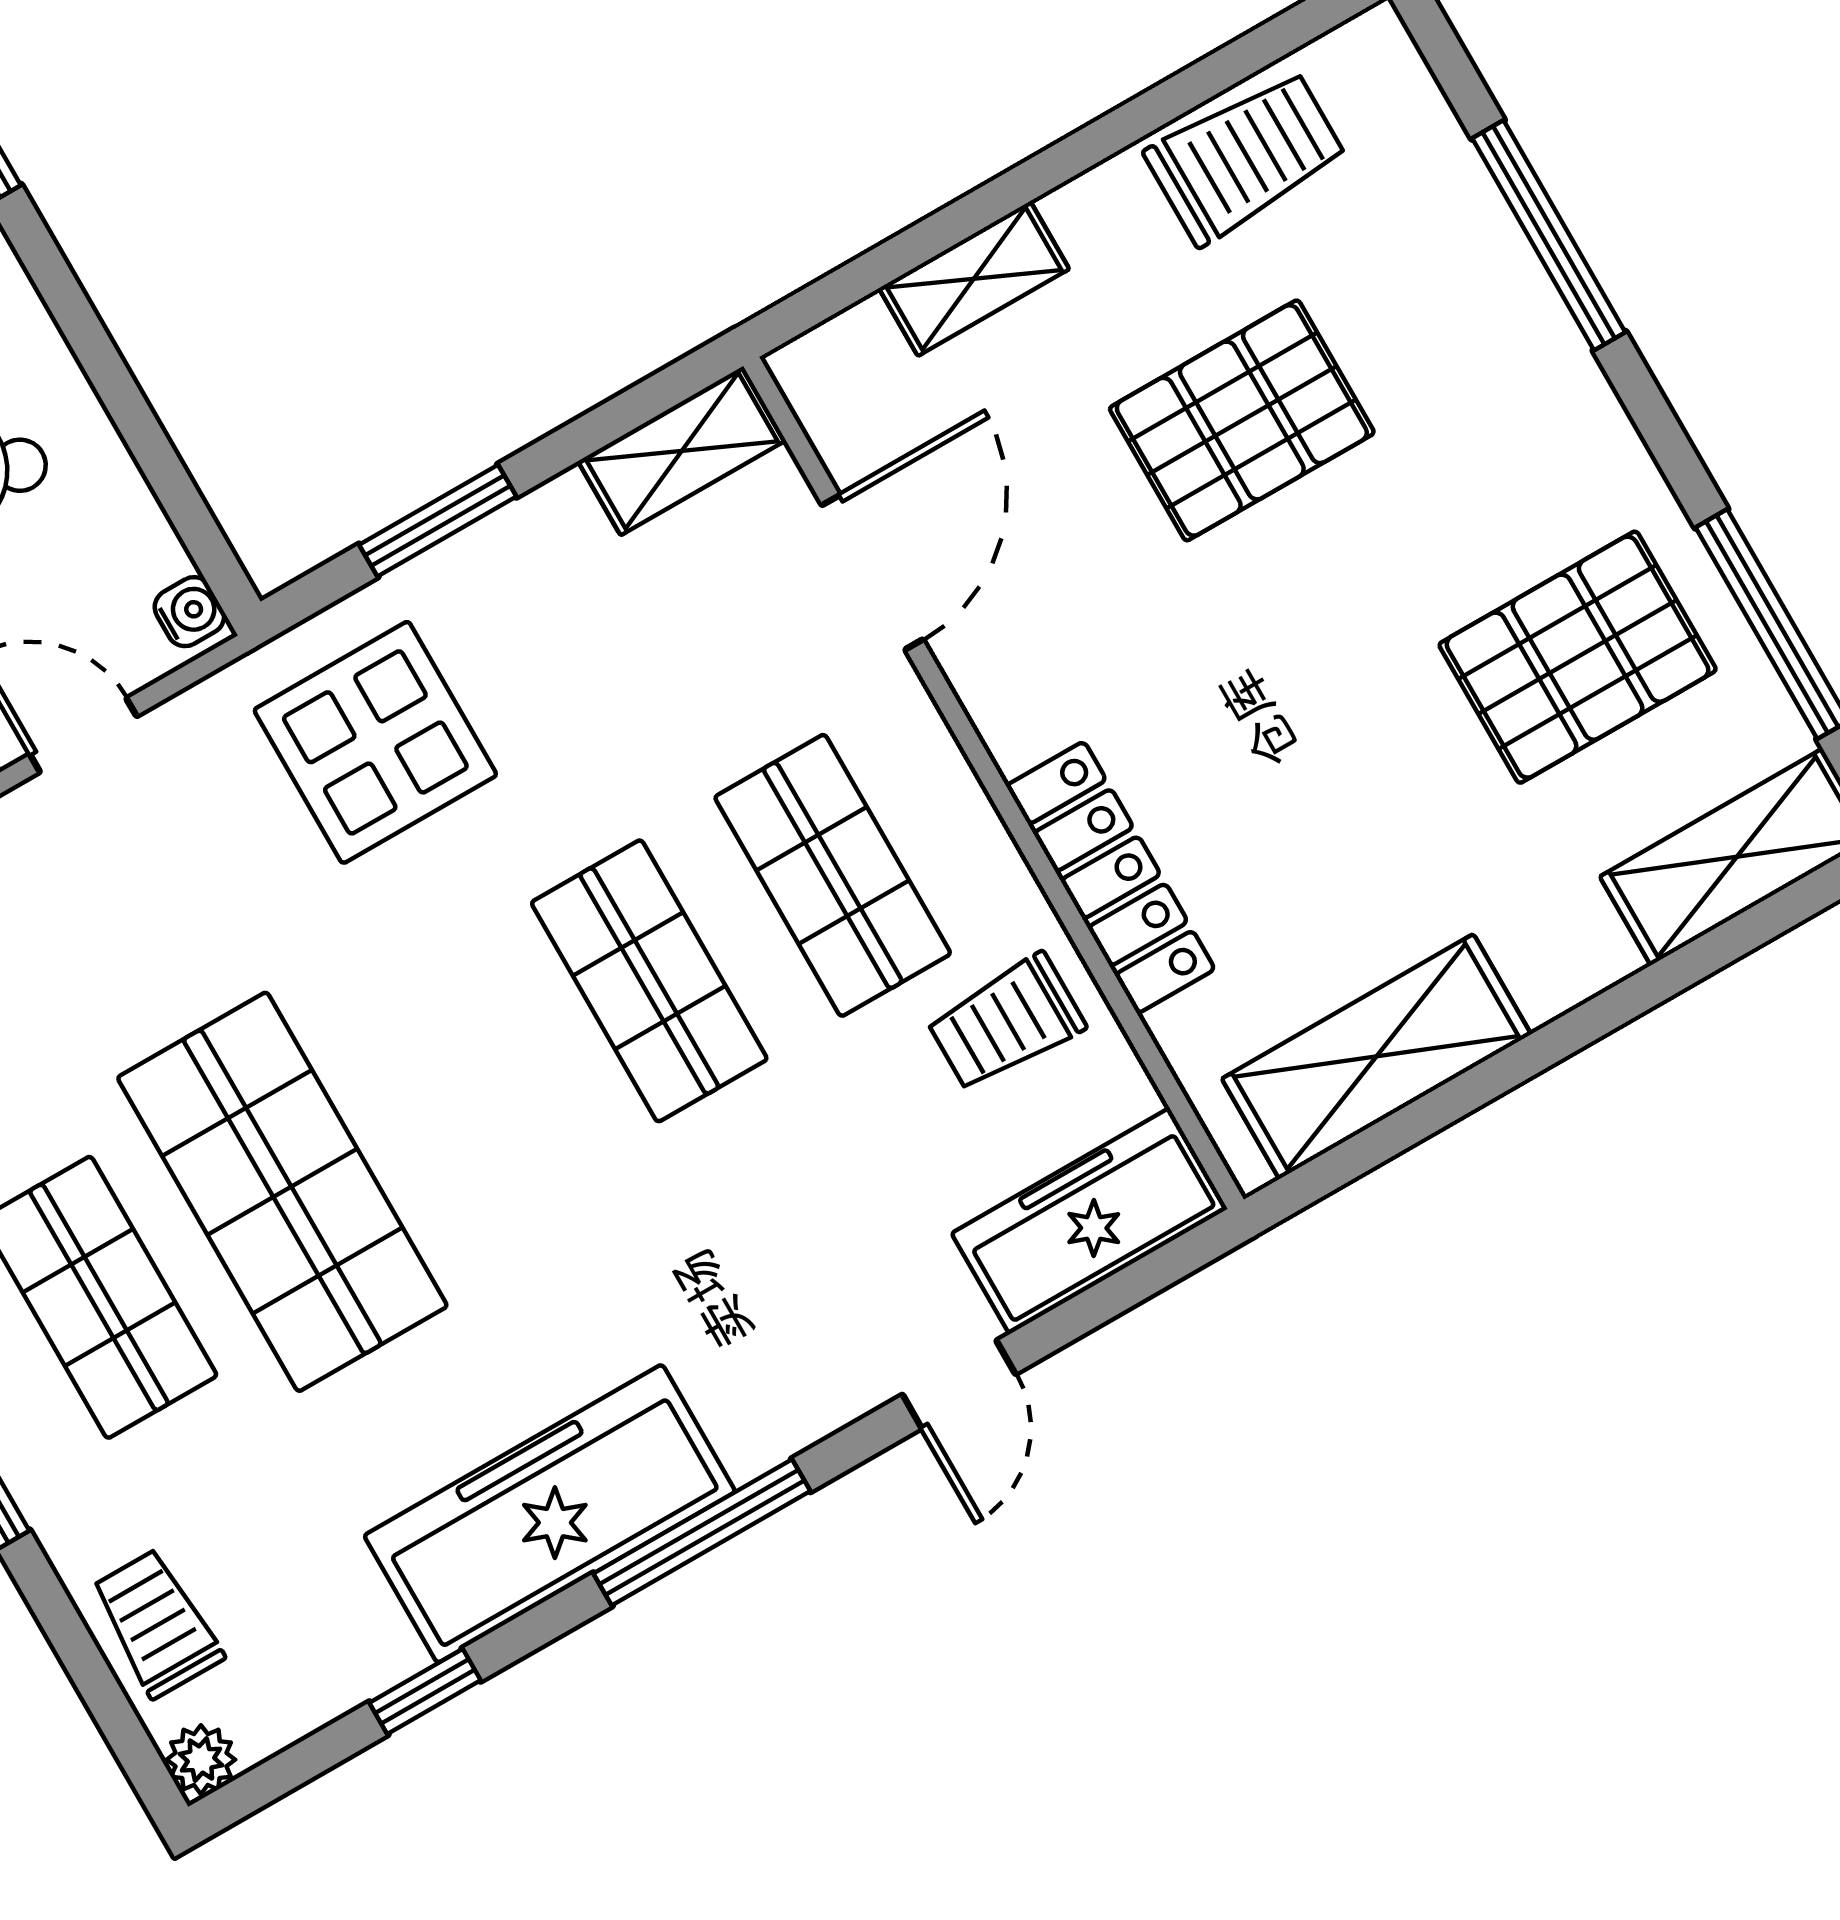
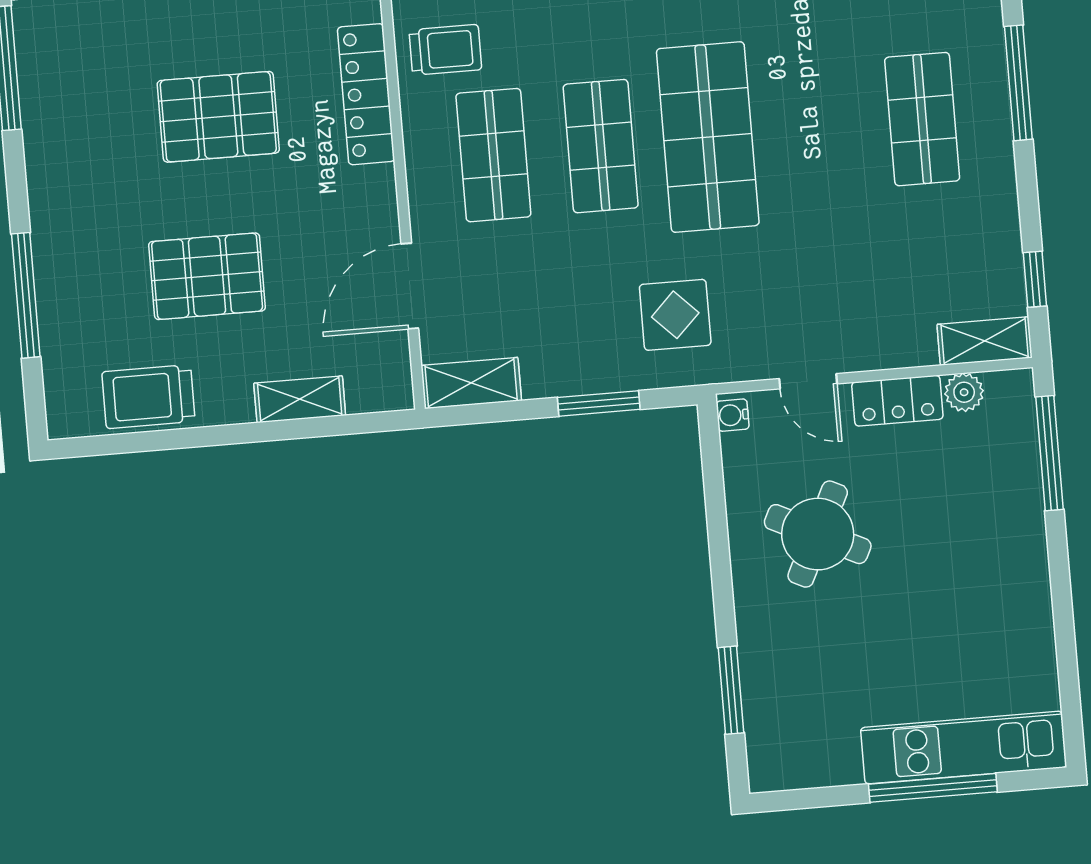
pallet: (1578, 657) -> (218, 117), moved
display table: (375, 742) -> (675, 315), width x0.73, depth x0.73
shop shelf: (282, 1192) -> (708, 137), moved

